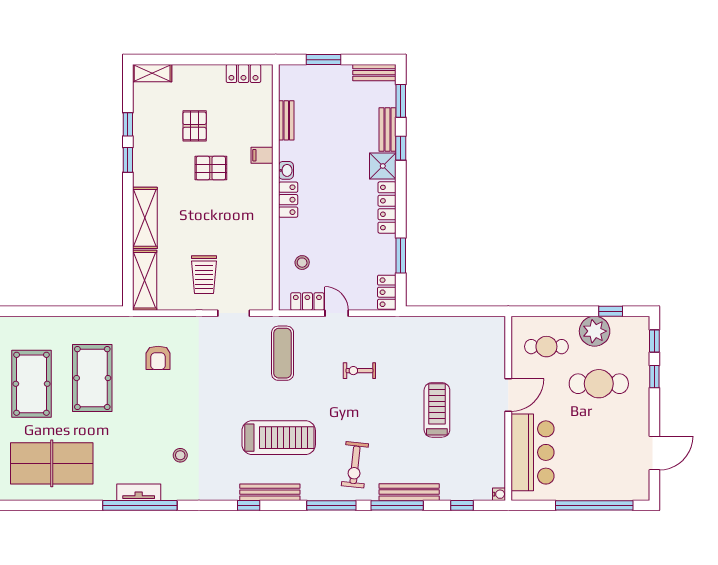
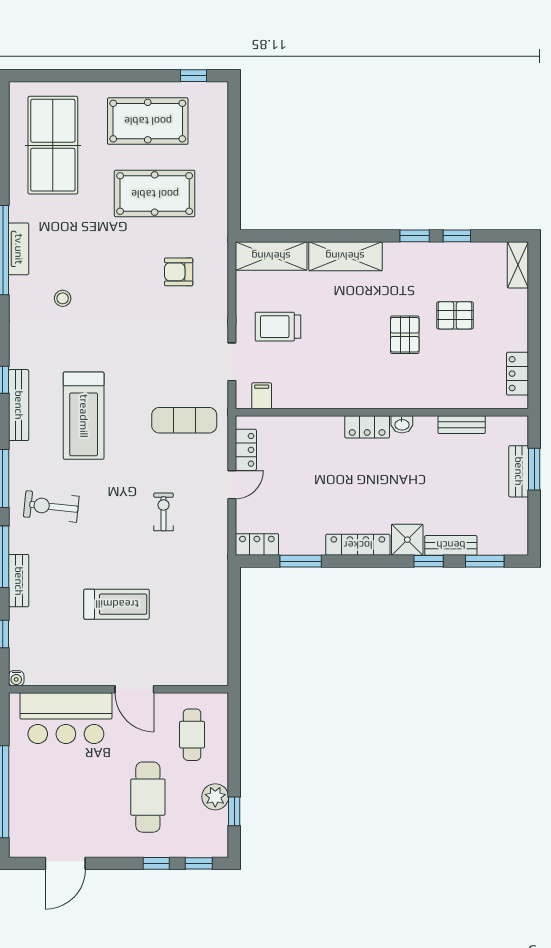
bench: (374, 73) -> (519, 471), moved
filing cabinet: (262, 155) -> (262, 396), moved
stool: (302, 263) -> (292, 444), removed
plant: (595, 331) -> (215, 797), width x0.73, depth x0.73
door: (654, 453) -> (65, 863), hinge flipped
bench: (409, 492) -> (19, 581), width x0.73

